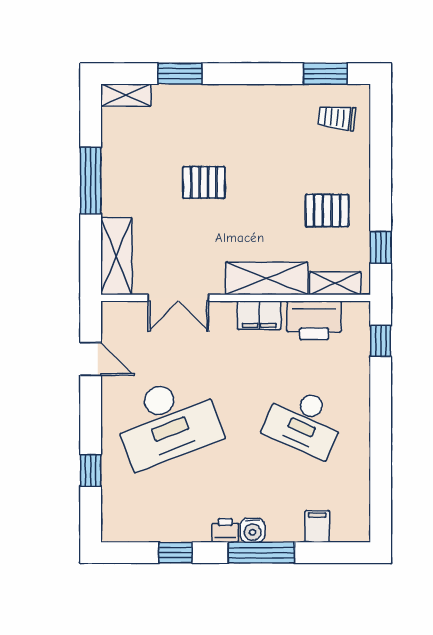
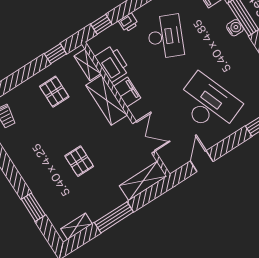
shelving: (126, 95) -> (77, 226), moved, turned 90
printer: (225, 530) -> (128, 22), moved, turned -90

